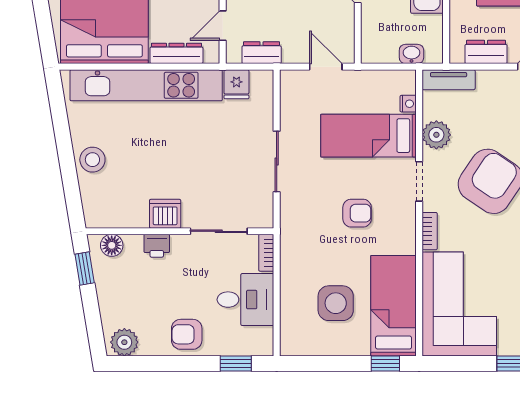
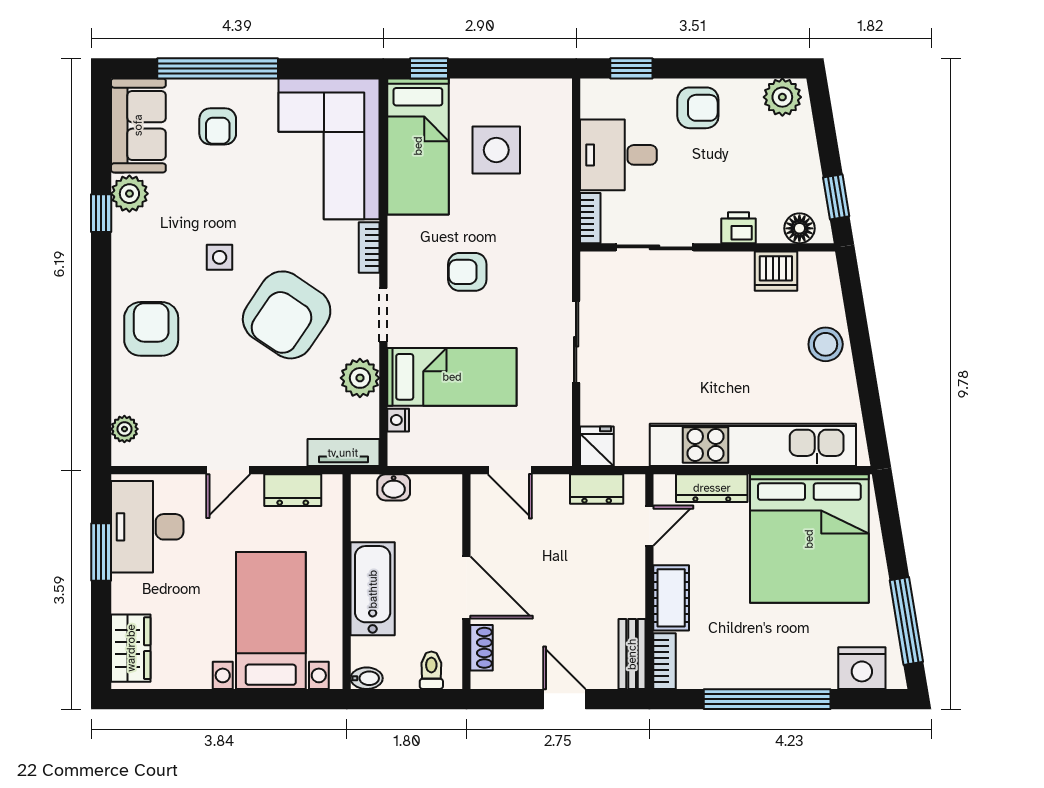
fridge: (236, 84) -> (597, 446), moved
dishwasher: (165, 214) -> (776, 271), moved

